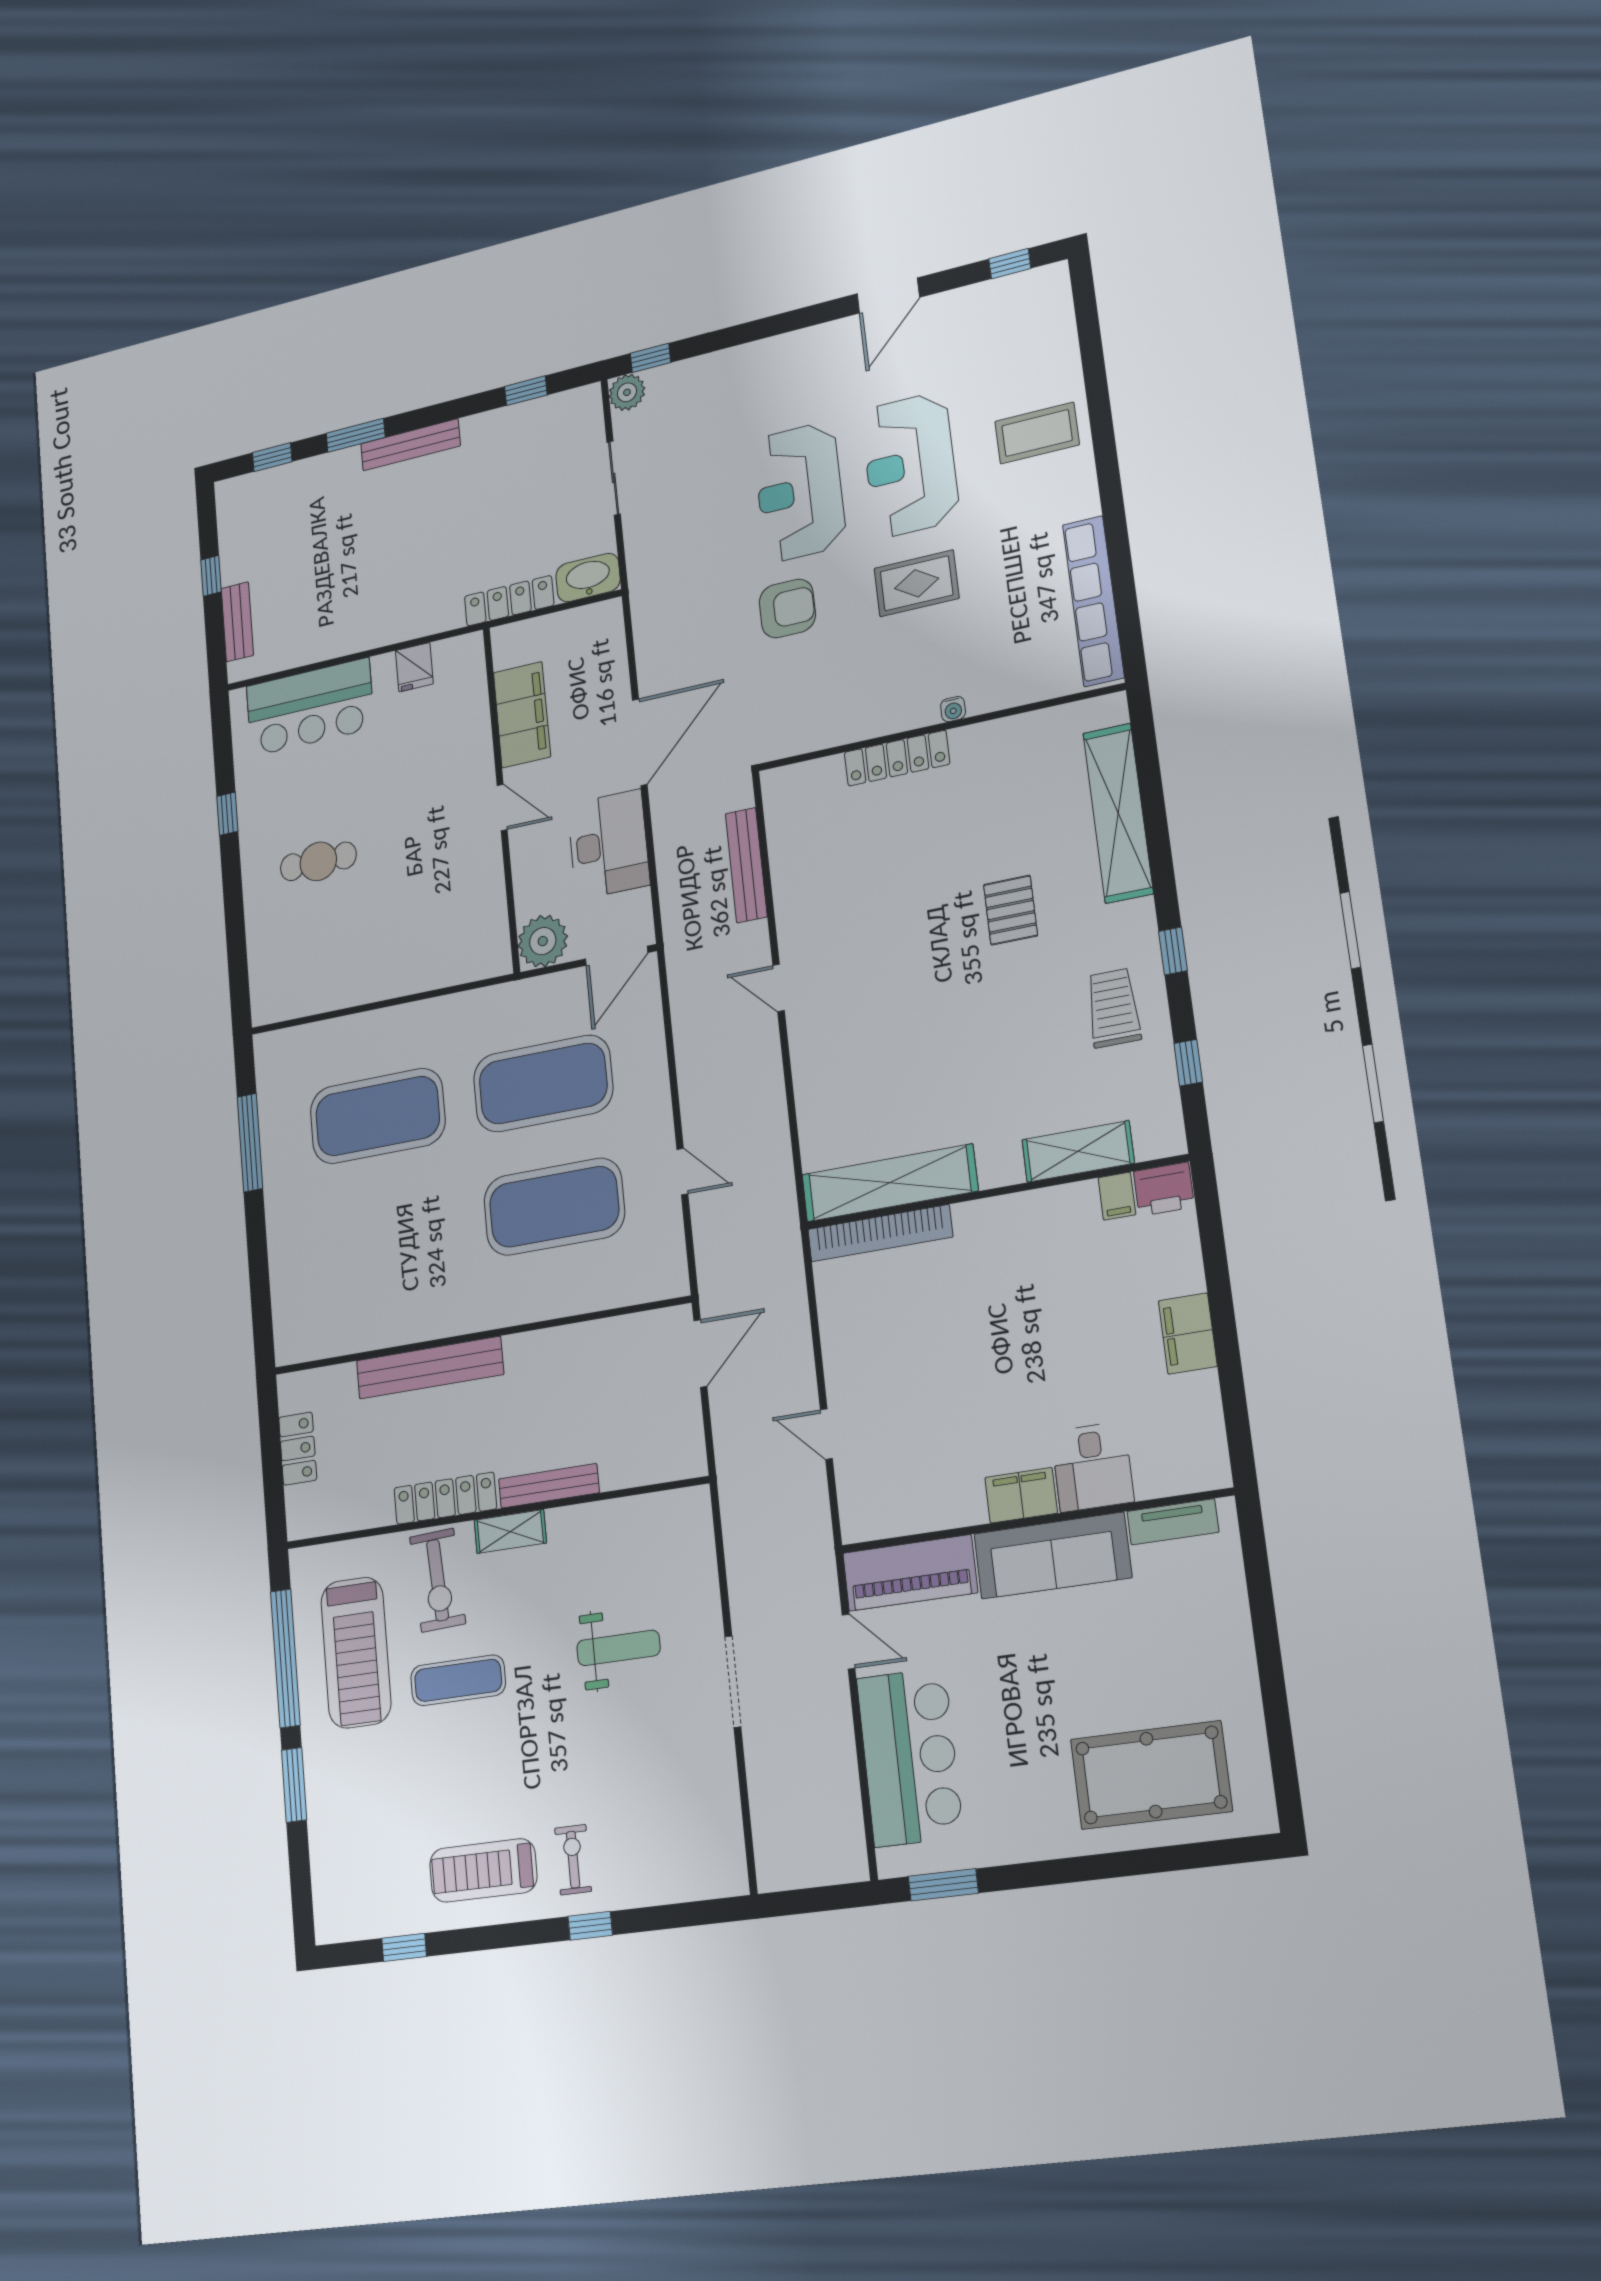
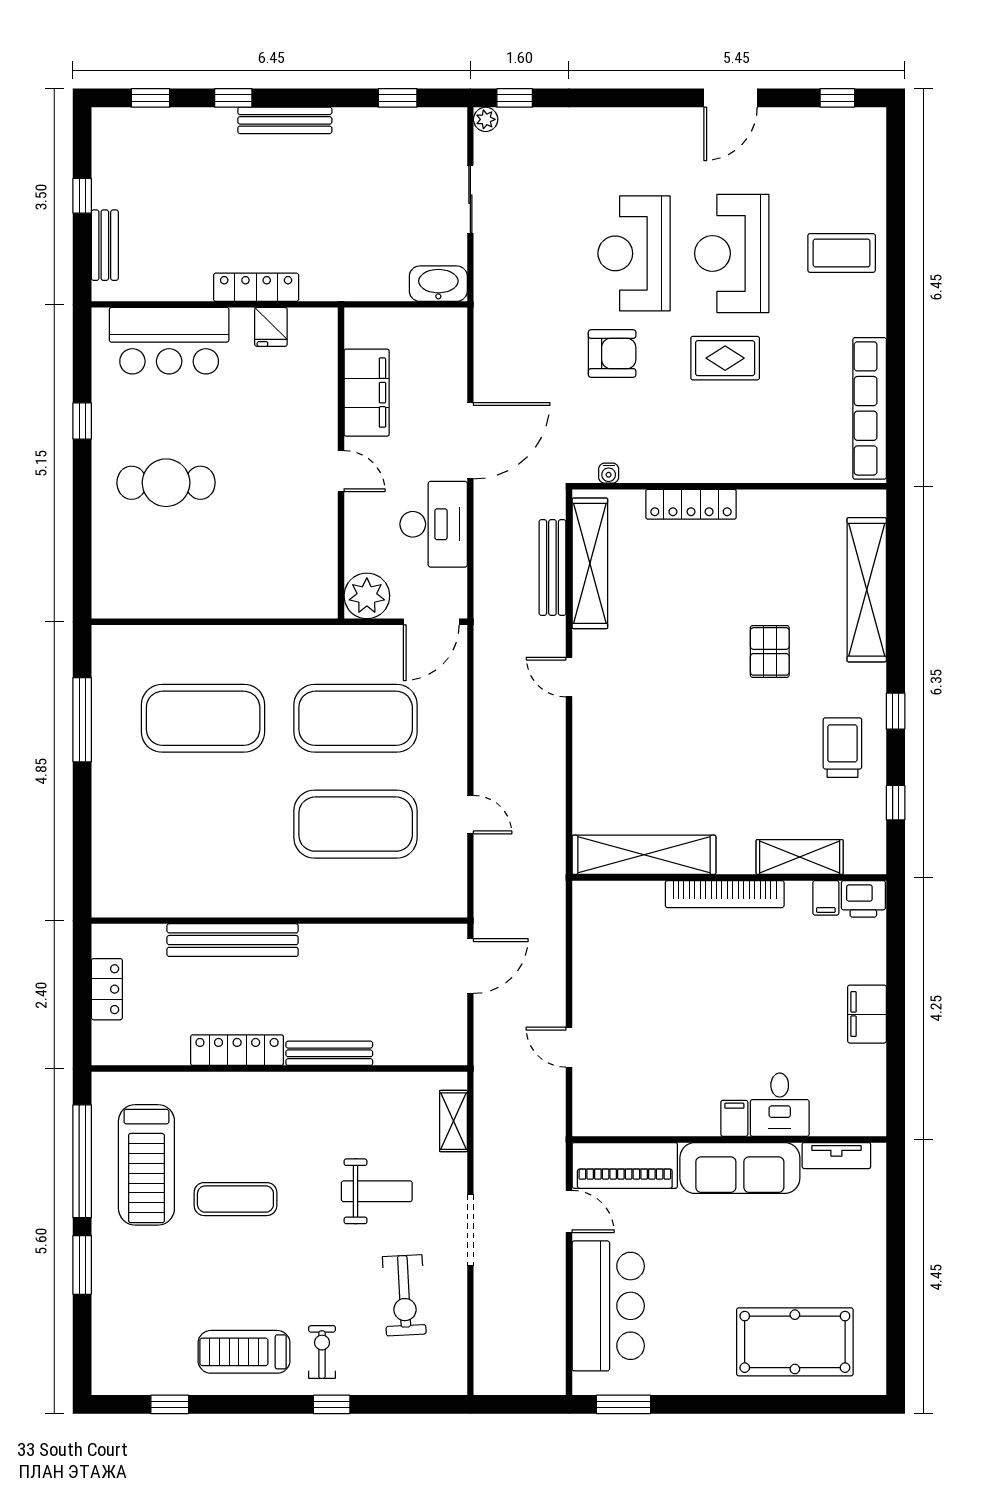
plant: (627, 392) -> (486, 119), width x0.73, depth x0.73
window: (356, 435) -> (233, 98), width x0.67
locker: (509, 601) -> (256, 287), moved
water cooler: (953, 709) -> (609, 473), moved
shelving: (788, 851) -> (590, 563), added
cafe table: (318, 861) -> (166, 483), width x1.37, depth x1.35
bookcase: (880, 1233) -> (725, 894), moved
filing cabinet: (1021, 1495) -> (734, 1118), width x0.50
shelving: (510, 1532) -> (453, 1121), moved, turned 90
exercise bike: (438, 1580) -> (404, 1295), moved

